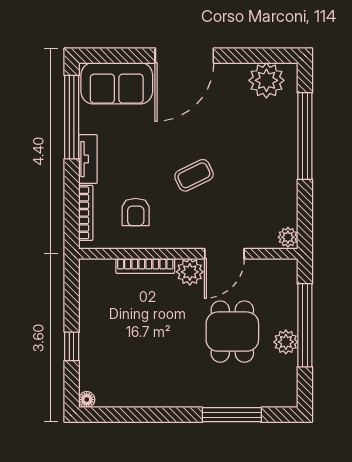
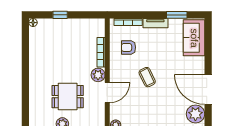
door: (184, 56) -> (208, 89), moved
window: (72, 117) -> (177, 15), width x0.47
door: (224, 254) -> (107, 93), swing flipped
window: (232, 415) -> (25, 96), removed

